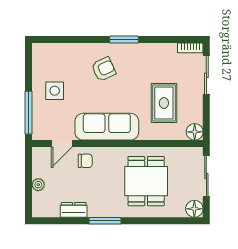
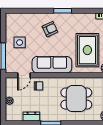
rug: (164, 103) -> (87, 50), width x1.36, depth x1.43
dining table: (146, 181) -> (76, 99), turned 90

